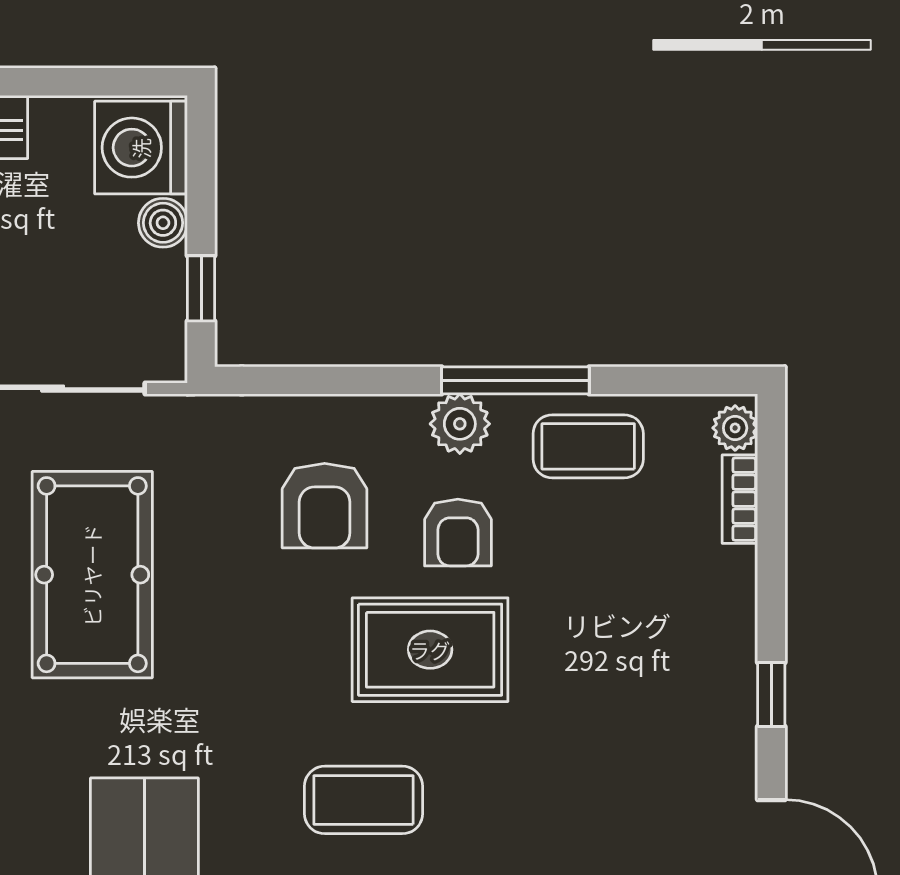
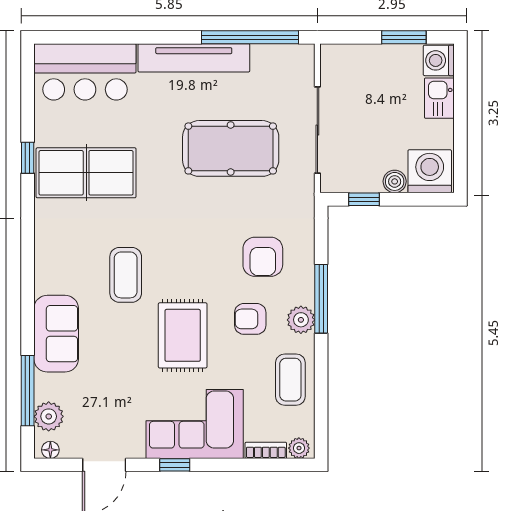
window: (515, 380) -> (321, 299), moved
armchair: (325, 506) -> (263, 257), turned -90
rug: (430, 650) -> (183, 335), moved
corner sofa: (683, 652) -> (195, 424), added

